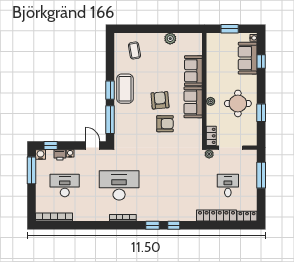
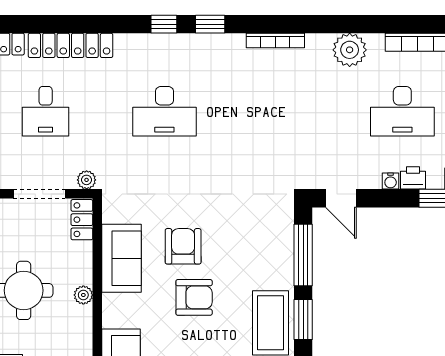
armchair: (160, 100) -> (194, 297), turned -85
sofa: (193, 102) -> (121, 258), moved
armchair: (165, 124) -> (183, 246), turned 90
desk: (119, 185) -> (164, 111), moved, width x0.73, depth x0.77
plant: (89, 213) -> (350, 50), added

